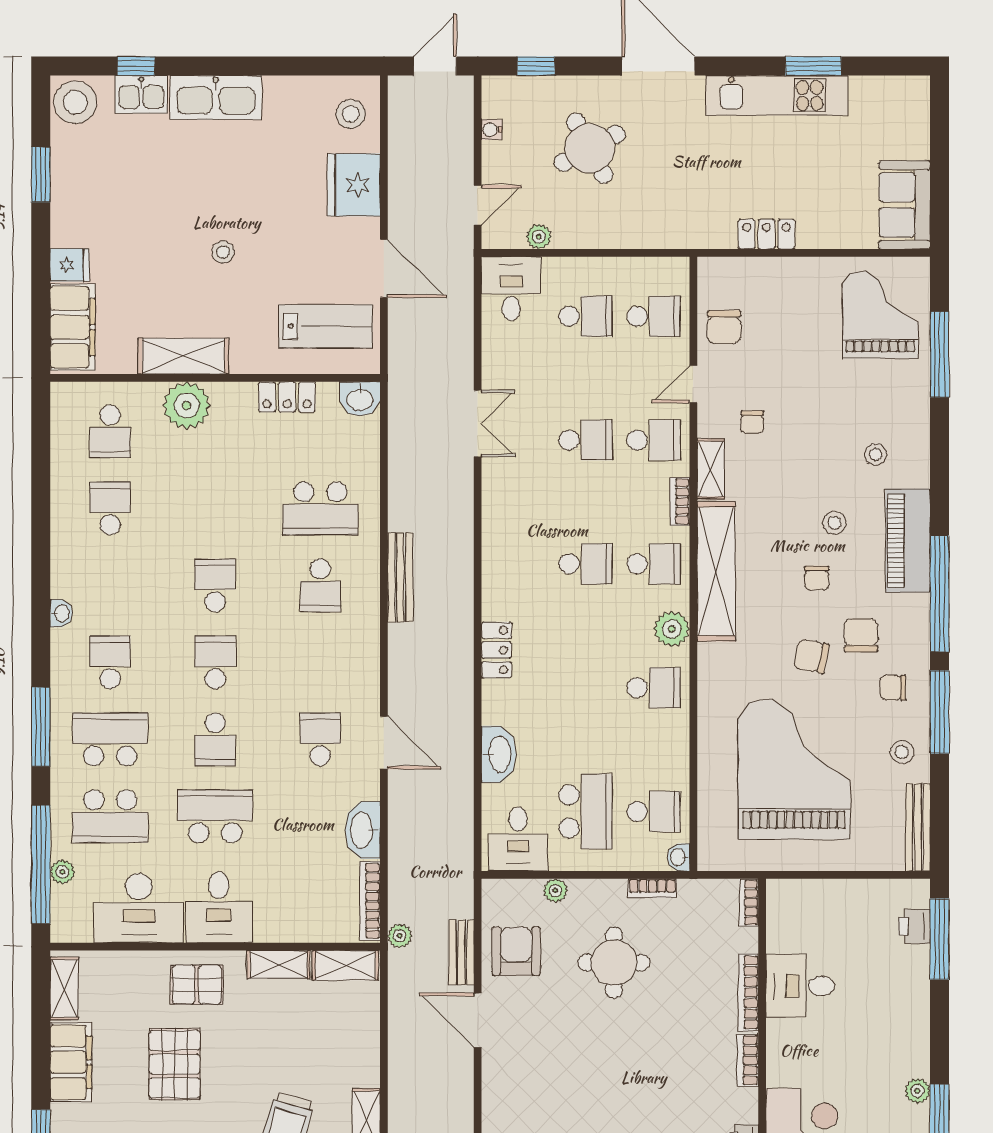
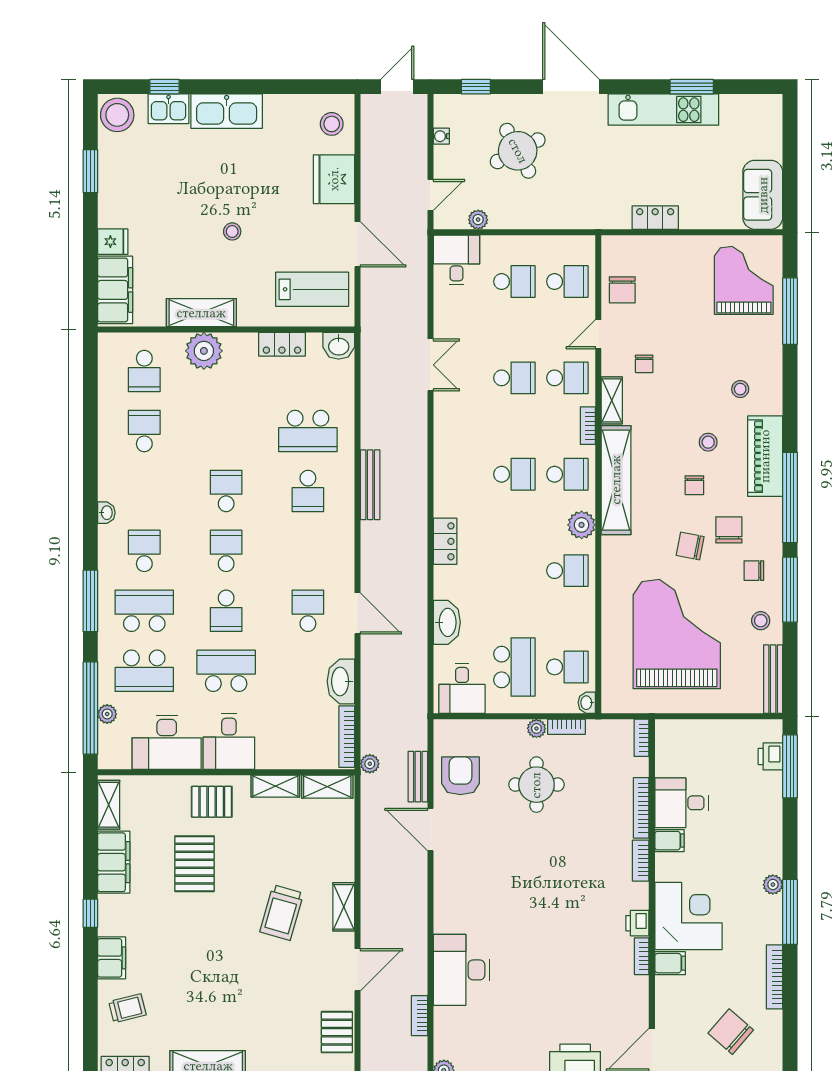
plant: (555, 890) -> (536, 728), moved
filing cabinet: (785, 1034) -> (669, 841), added

